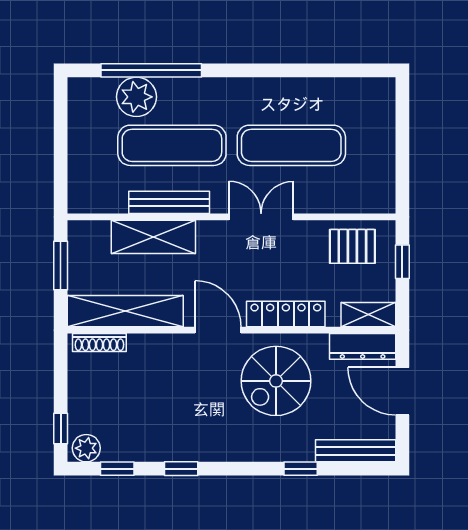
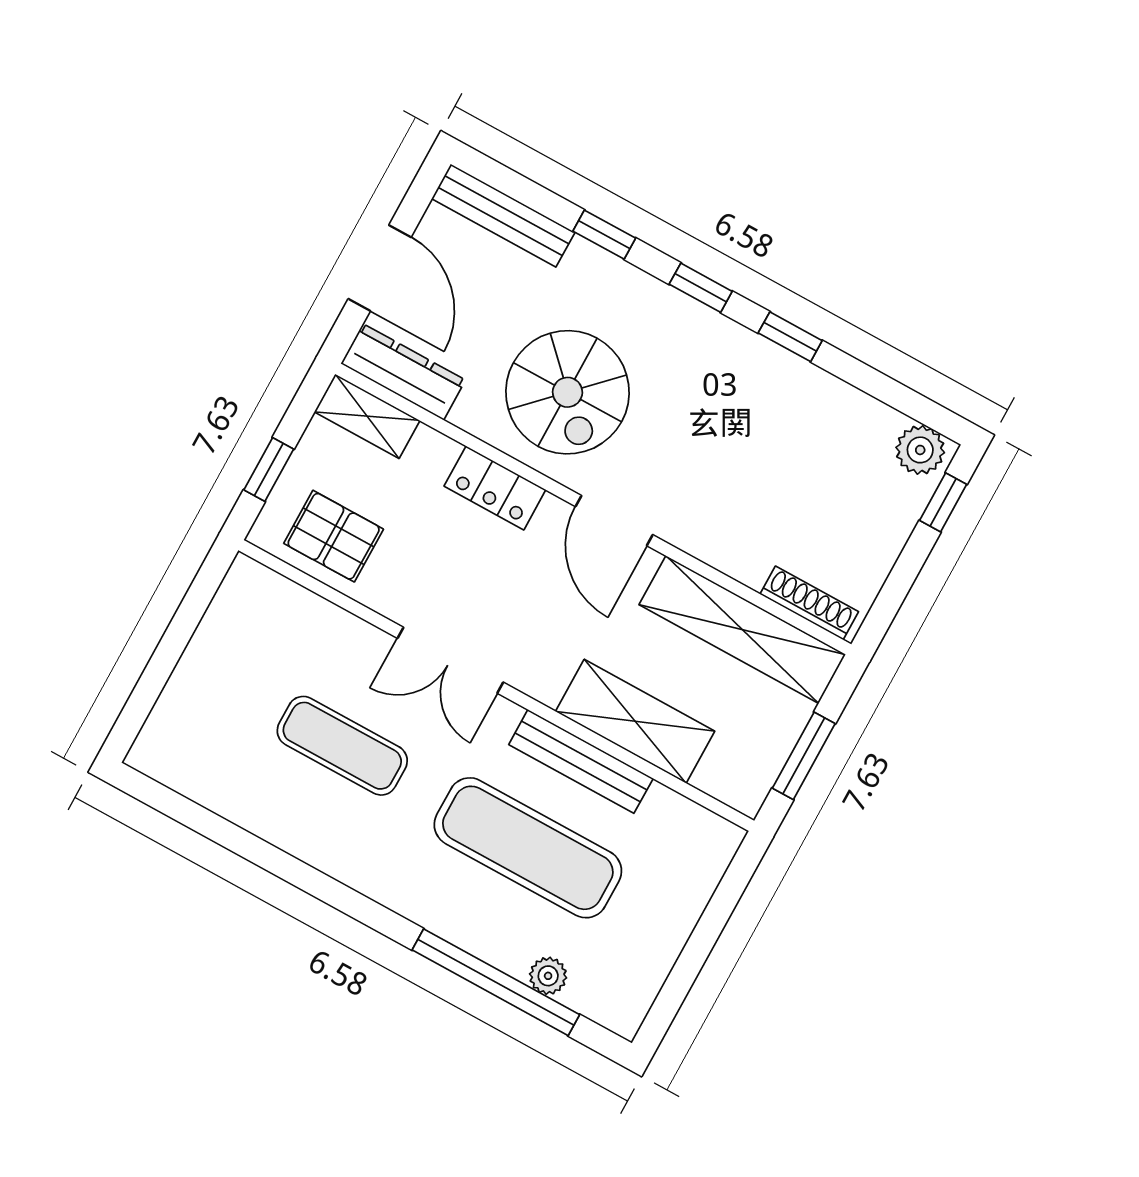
plant: (136, 97) -> (548, 976), width x0.53, depth x0.53
exercise mat: (291, 145) -> (342, 746), width x0.73, depth x0.69
locker: (286, 314) -> (495, 488), width x0.66
spiral stairs: (276, 381) -> (568, 392), turned 90
window: (117, 469) -> (701, 288), moved

